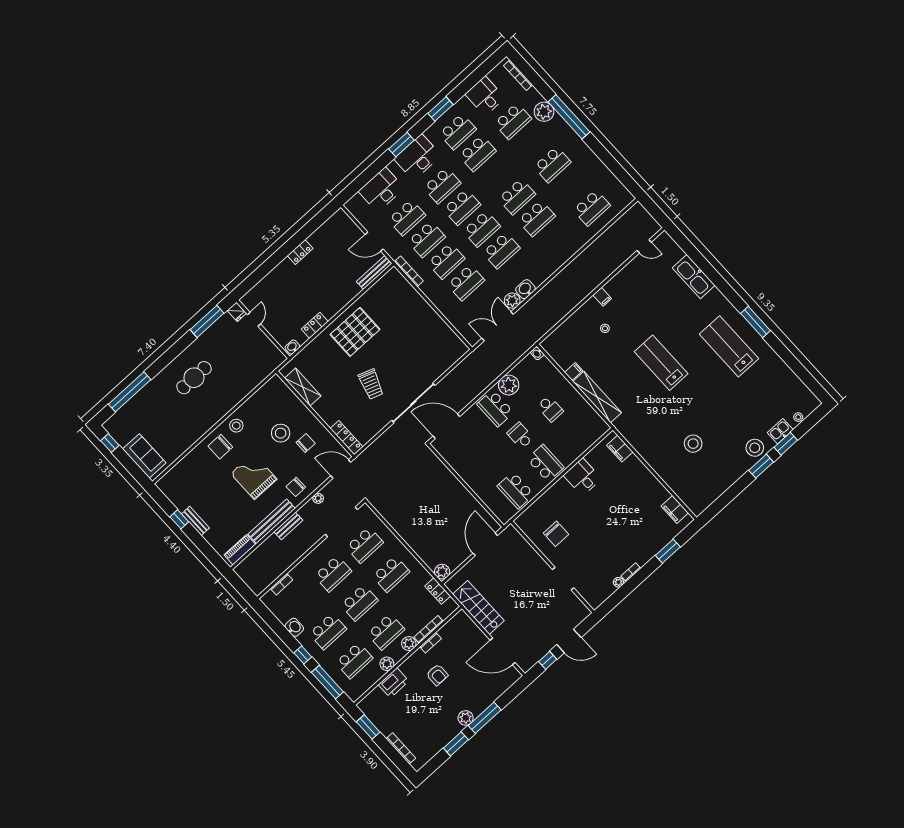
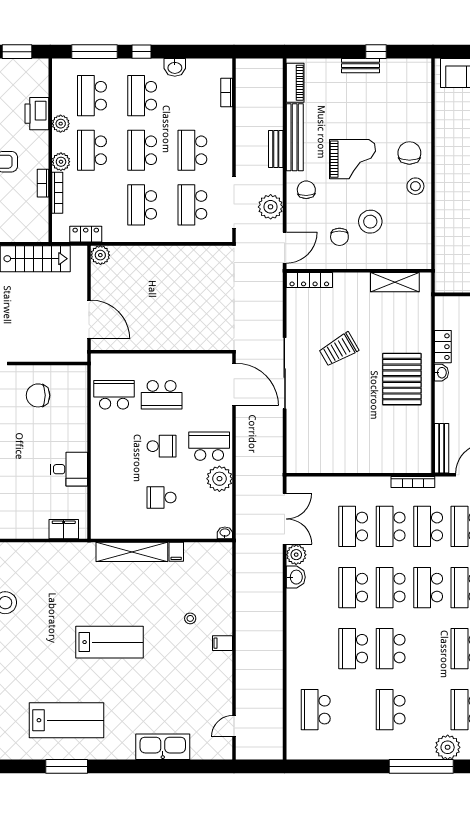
washbasin: (292, 347) -> (441, 373), moved
trolley: (371, 384) -> (339, 349), turned -49
door: (446, 426) -> (234, 384), hinge flipped
school desk: (545, 463) -> (162, 395), moved
plant: (318, 498) -> (271, 207), width x1.87, depth x1.87

